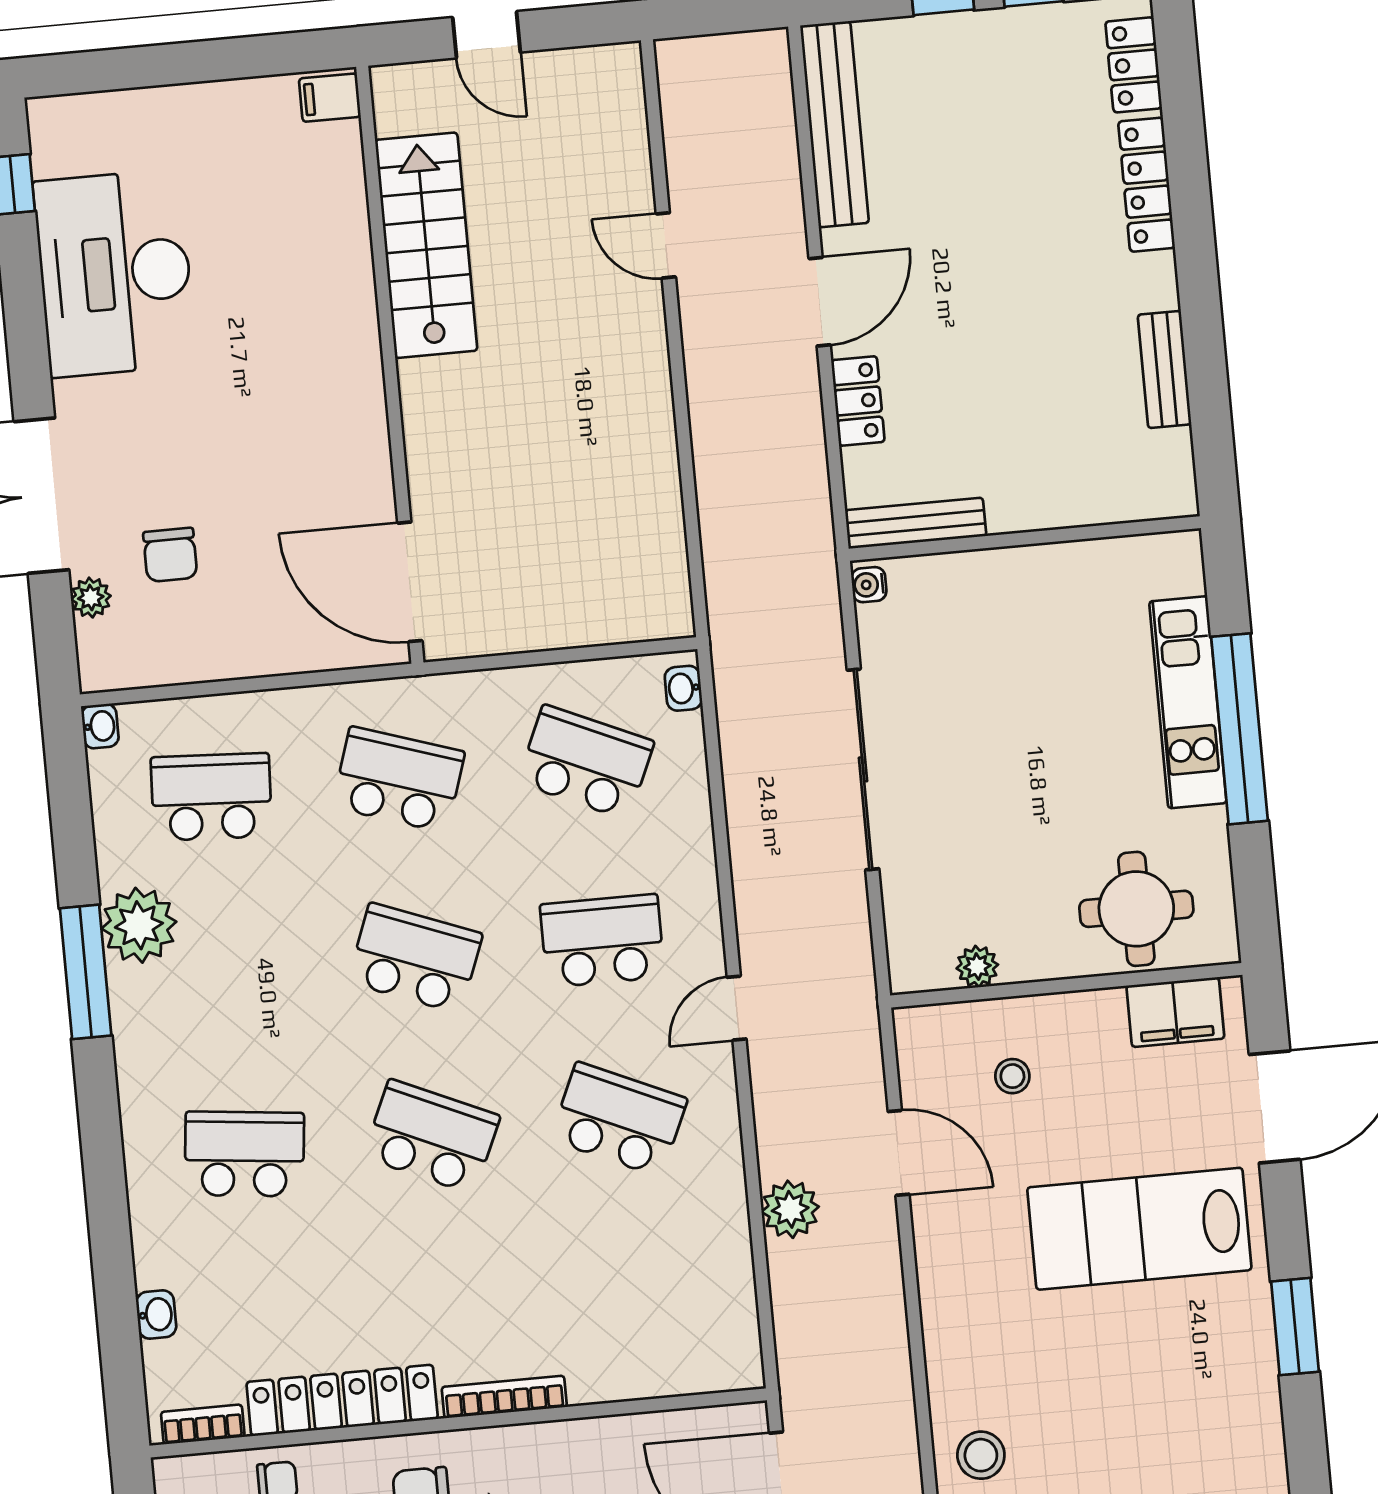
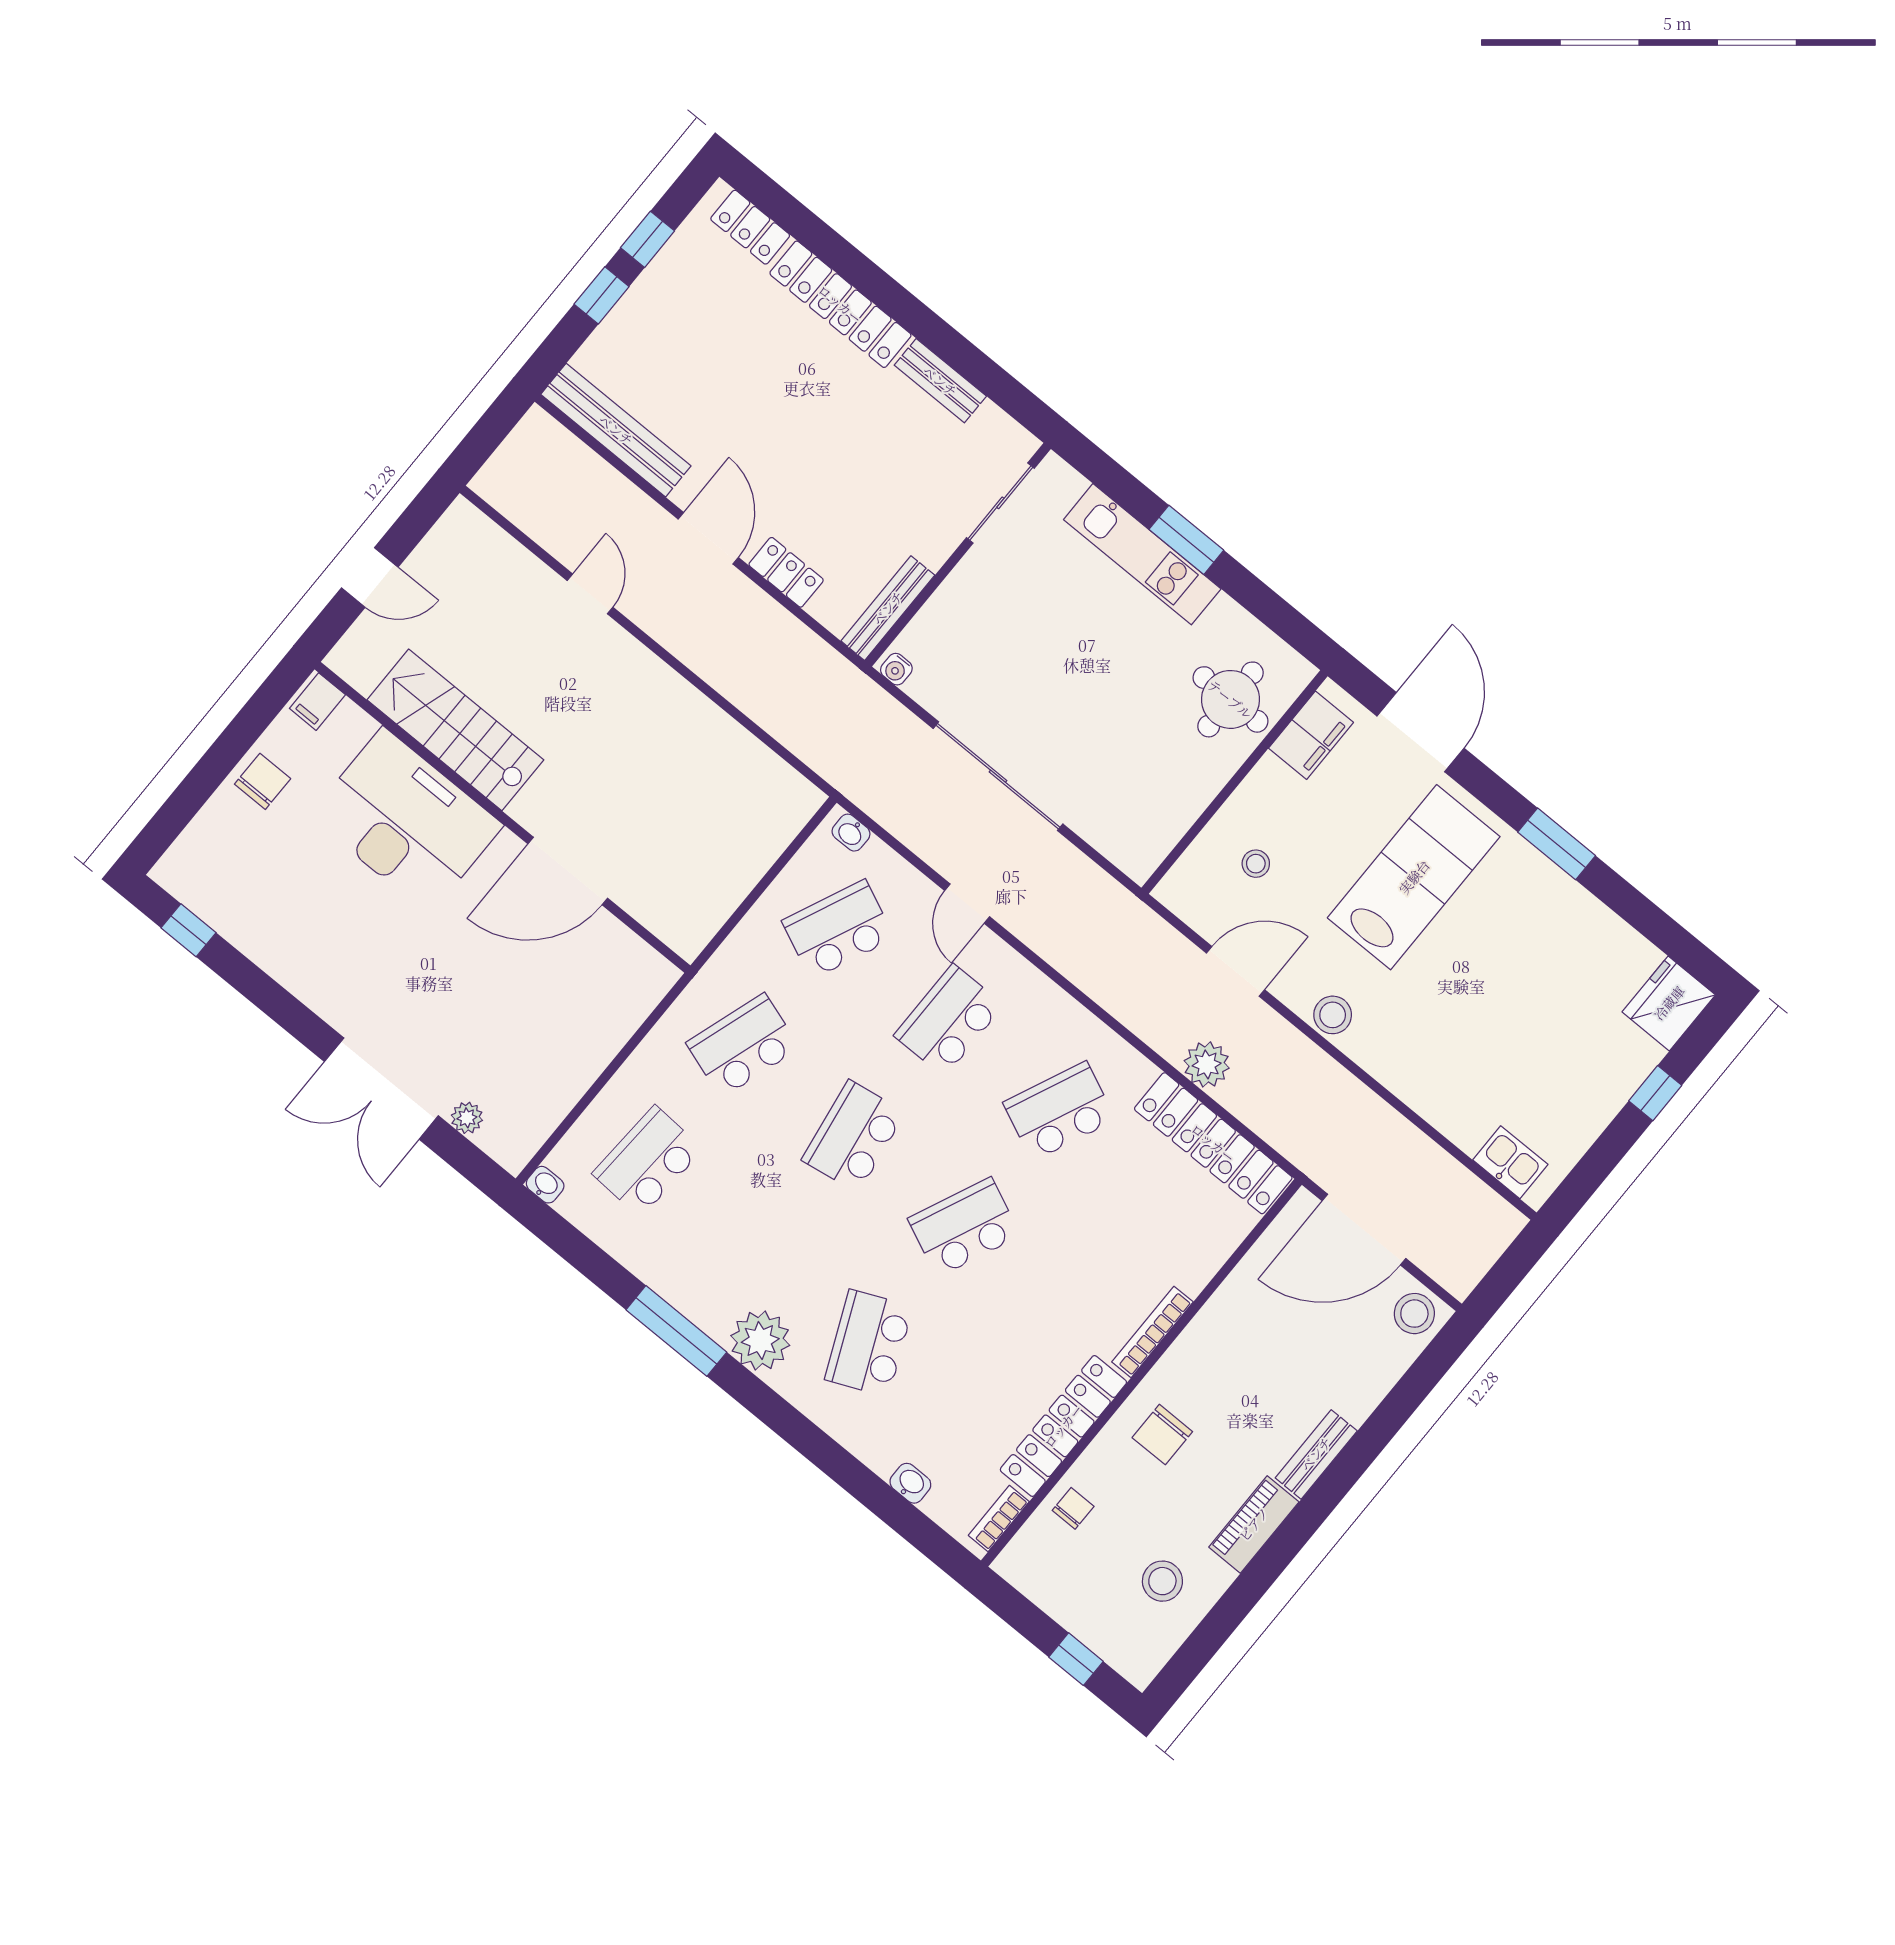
locker: (1147, 185) -> (840, 304), width x1.41, depth x1.21
door: (666, 245) -> (590, 594), swing flipped
desk: (115, 273) -> (406, 821), moved, turned 180
sliding door: (1109, 531) -> (1000, 503), added
chair: (170, 555) -> (263, 781), moved, turned -90
door: (410, 582) -> (568, 871), moved
window: (1240, 729) -> (1186, 540), width x0.47
plant: (139, 925) -> (760, 1340), moved
school desk: (415, 958) -> (853, 1136), turned -30
plant: (977, 966) -> (1174, 822), removed
door: (737, 1008) -> (967, 904), moved
school desk: (244, 1154) -> (869, 1343), turned -30
lab bench: (1139, 1229) -> (1414, 877), turned 180
locker: (726, 1285) -> (1213, 1143), added
stool: (981, 1455) -> (1333, 1015), moved

